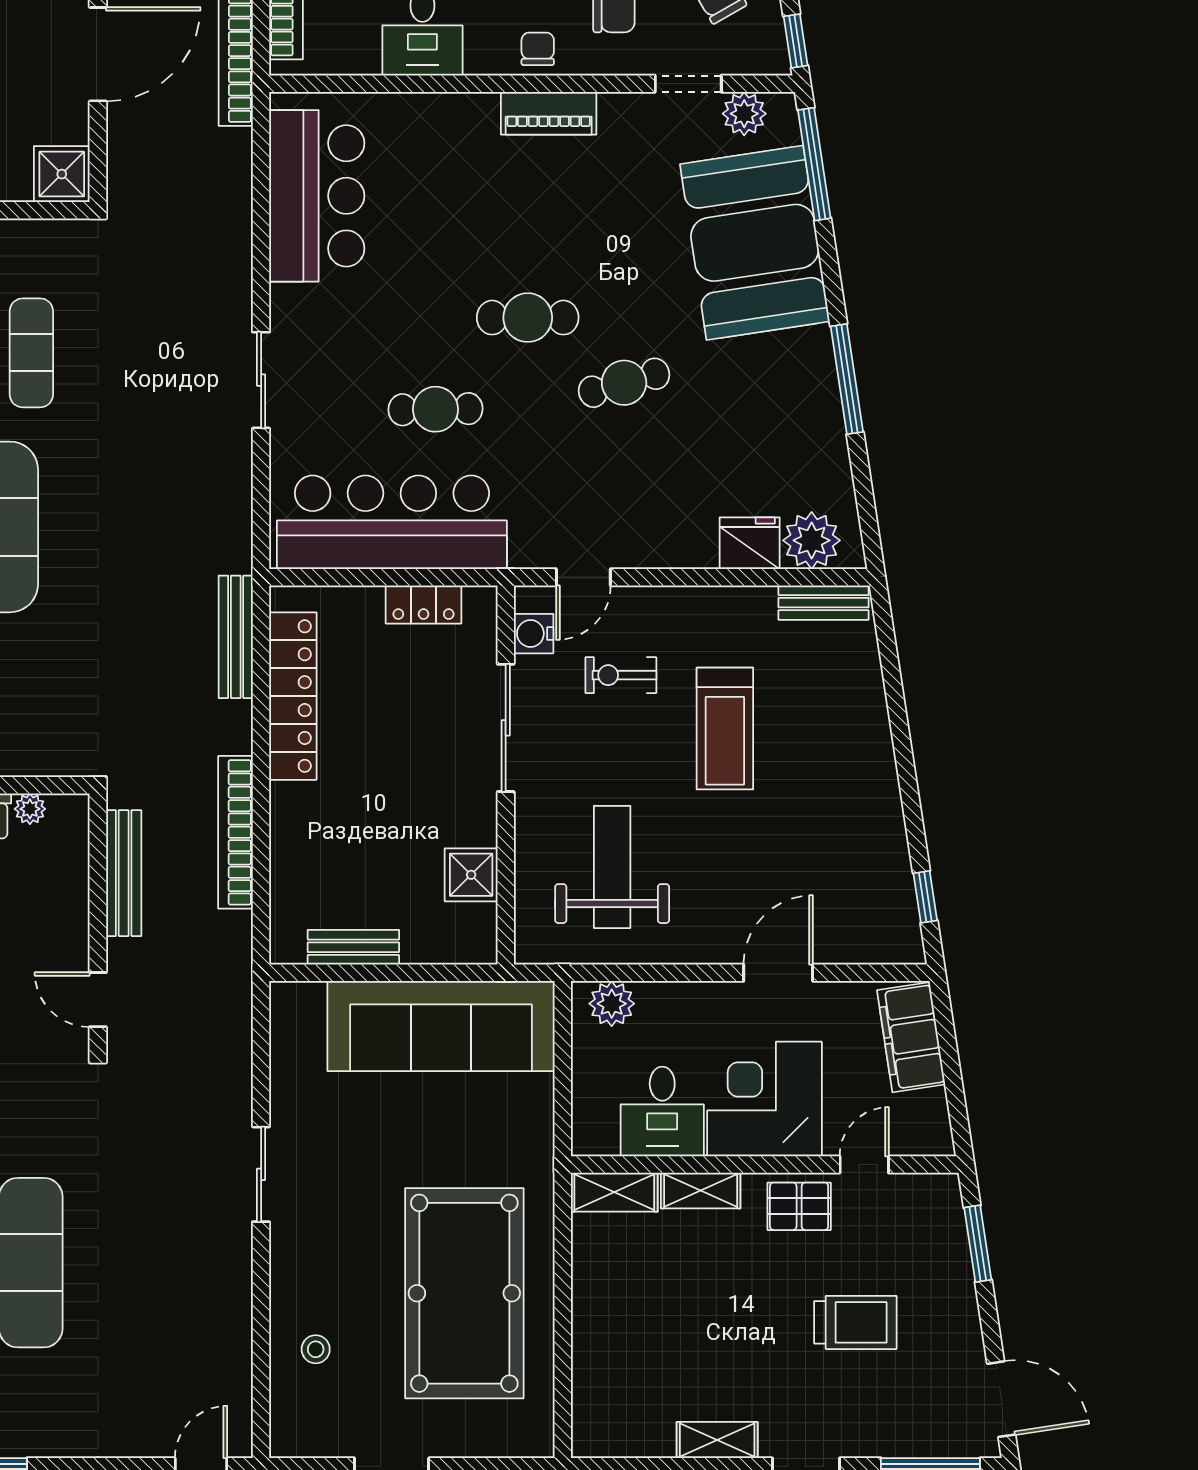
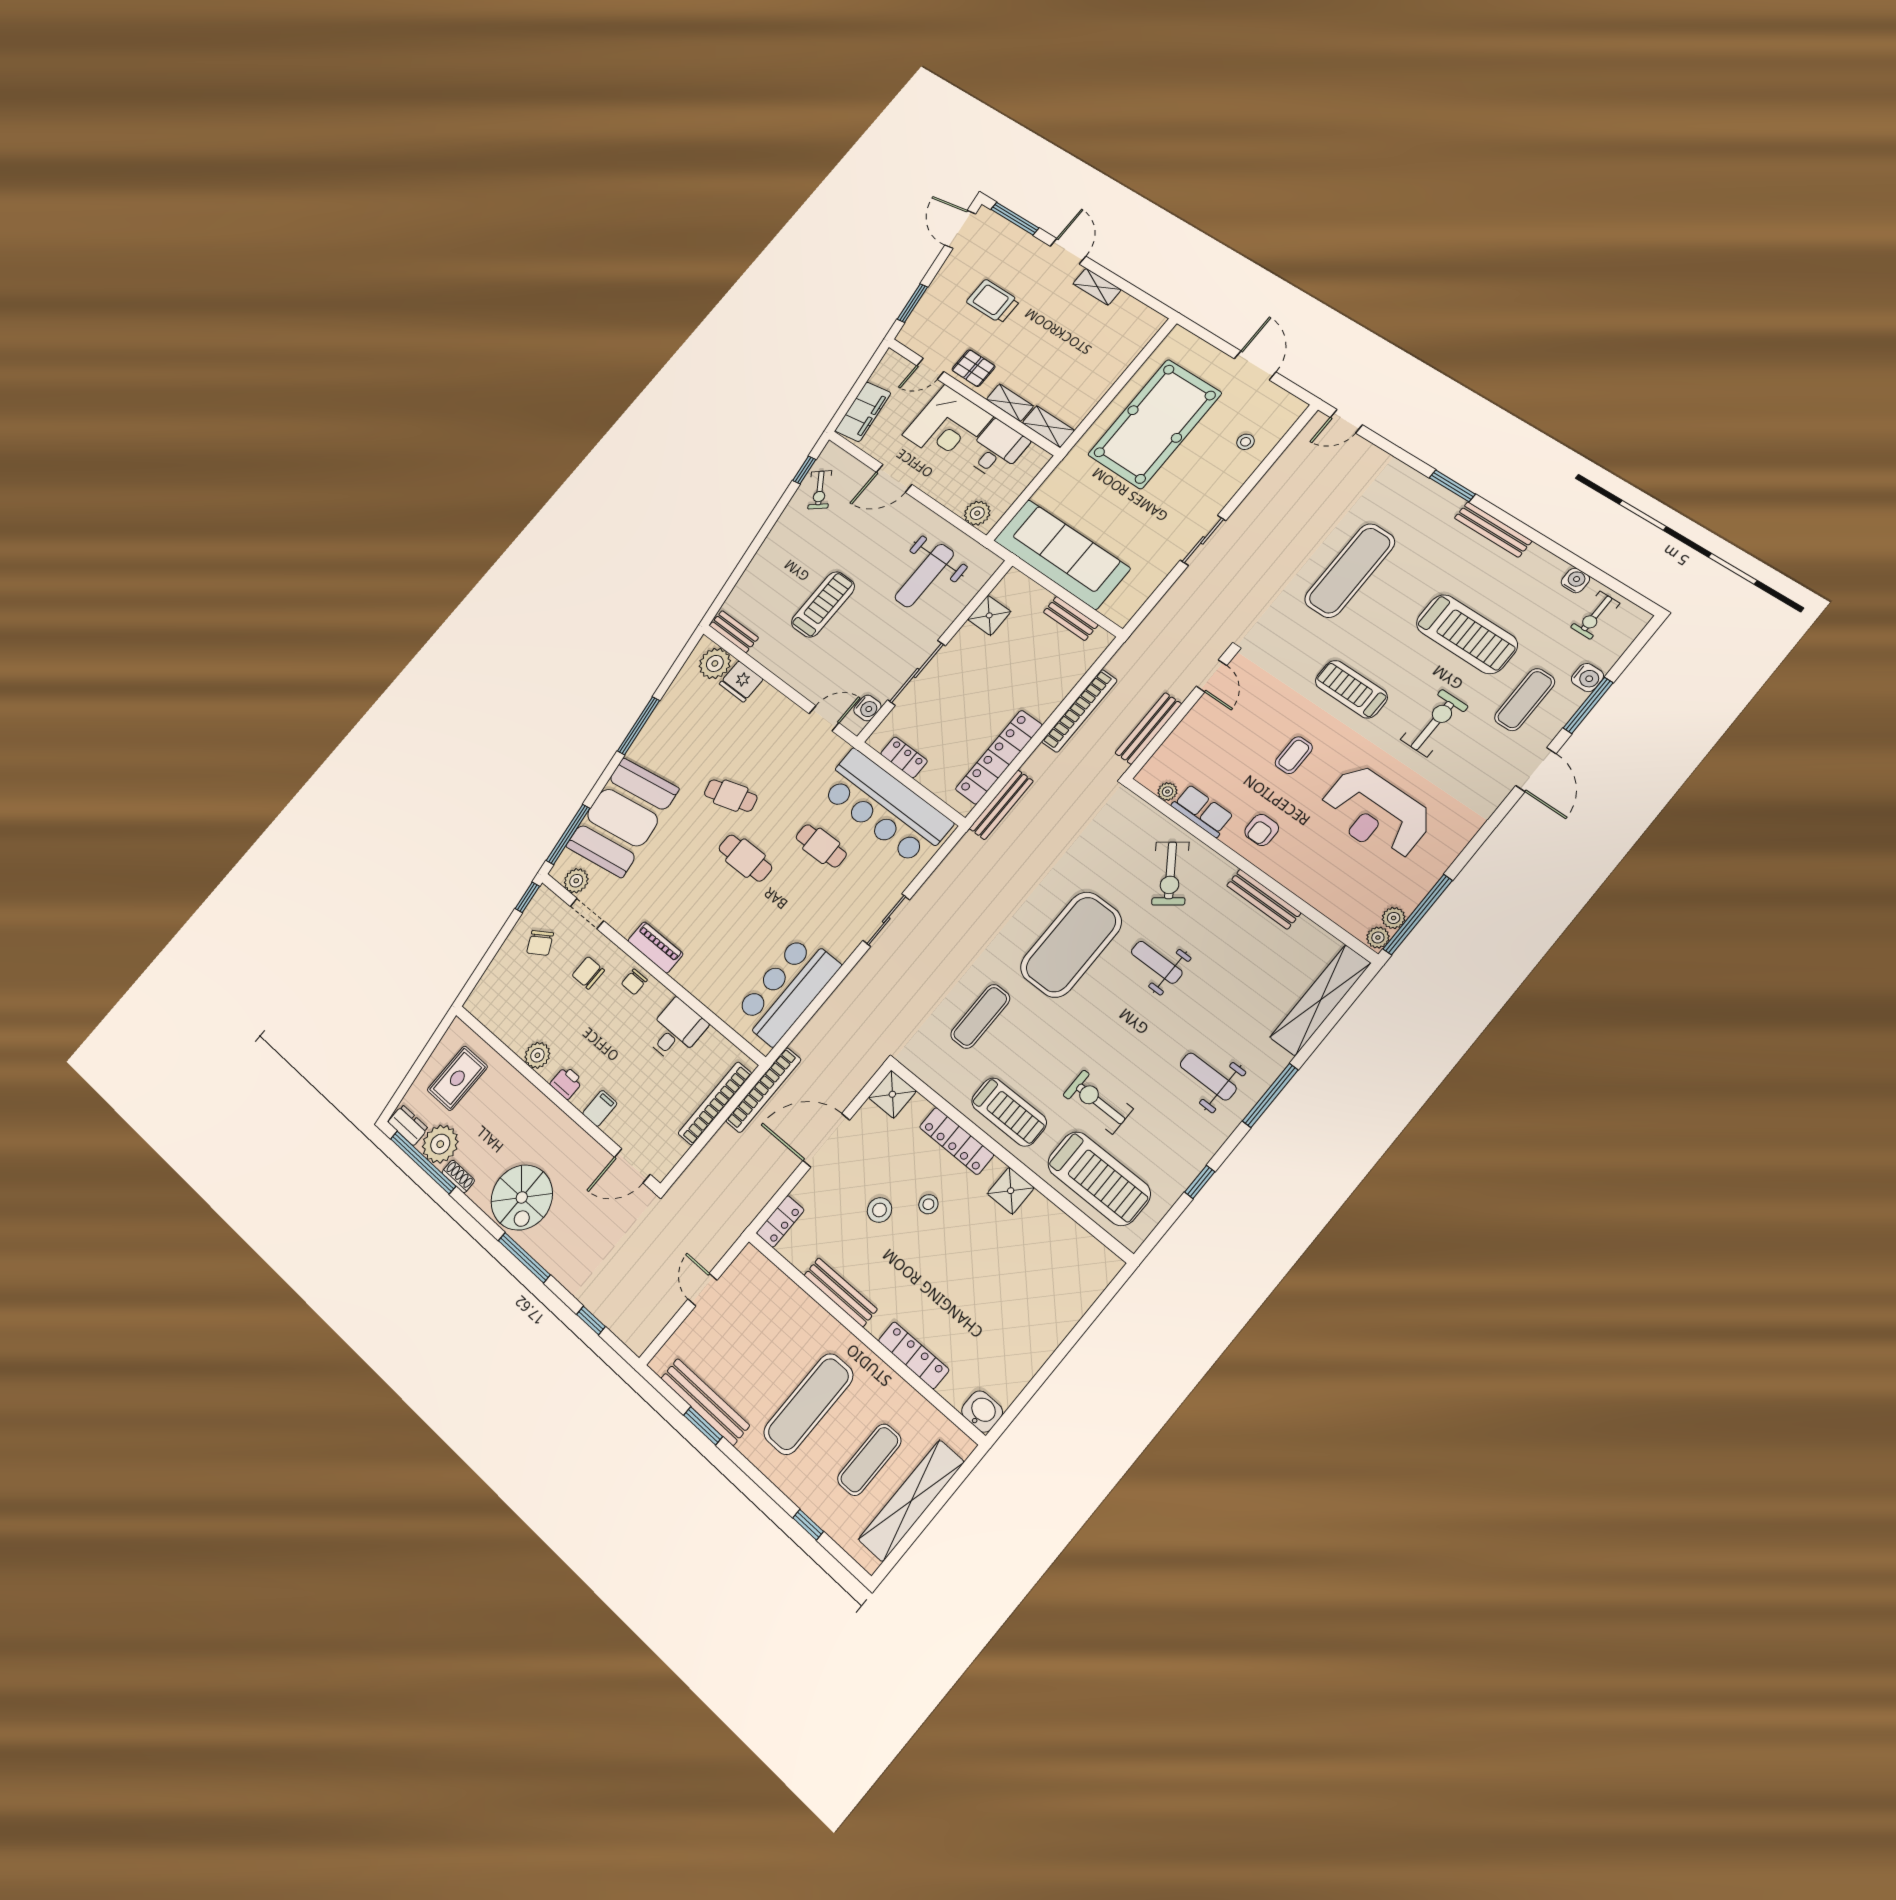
exercise bike: (621, 675) -> (820, 490), moved, turned 53

